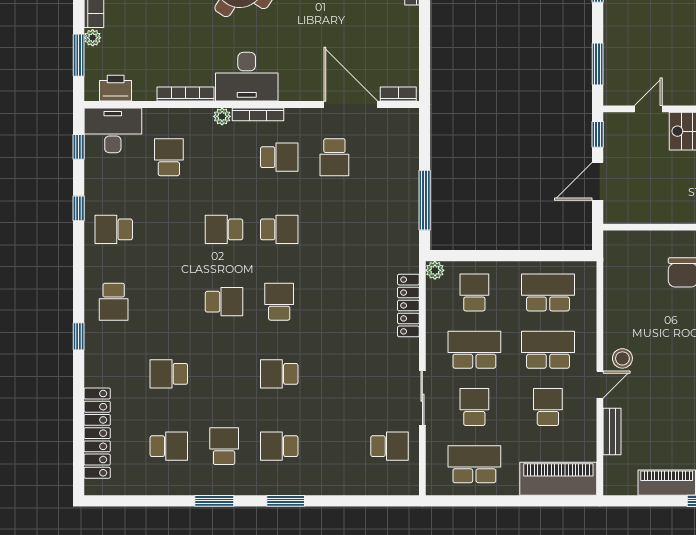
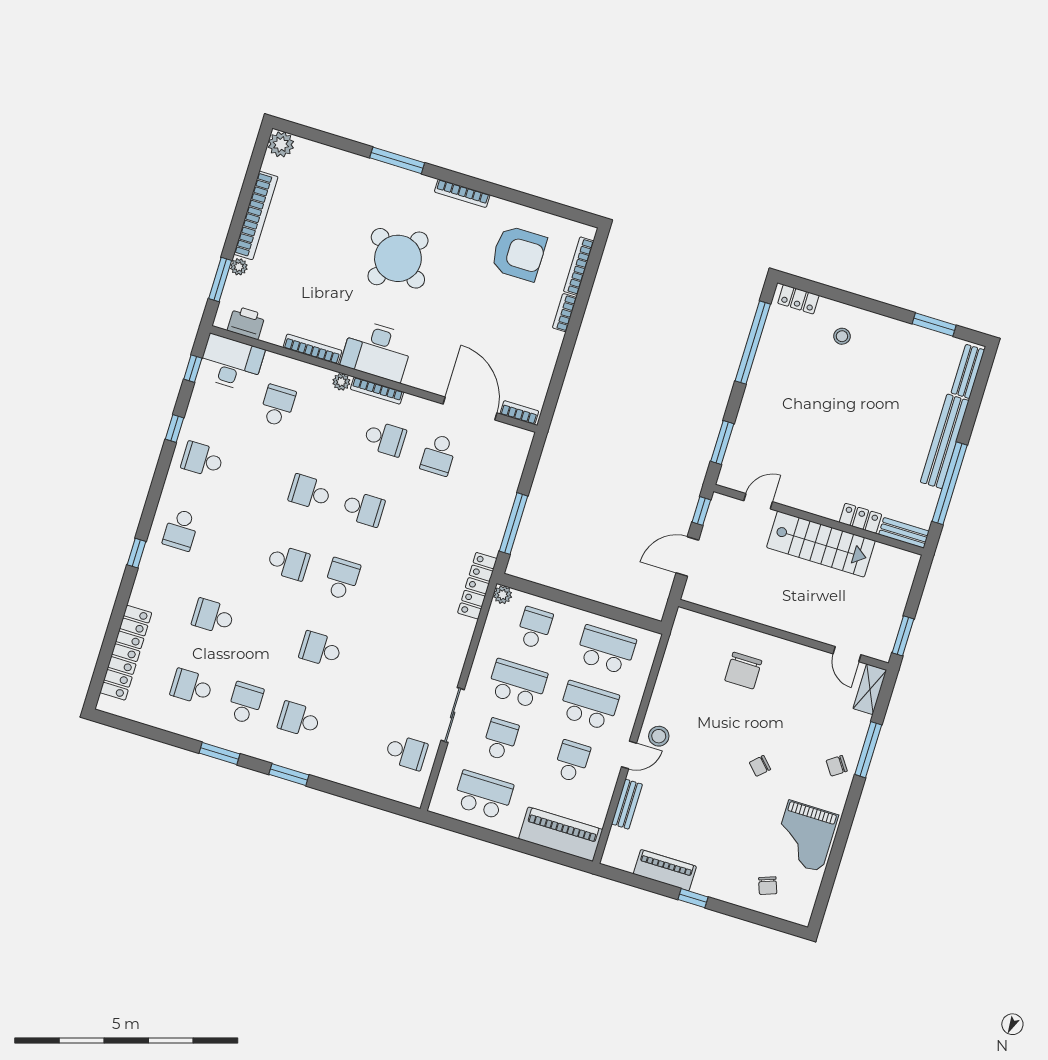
locker: (408, 305) -> (477, 586), moved
school desk: (169, 446) -> (192, 687), turned 180

